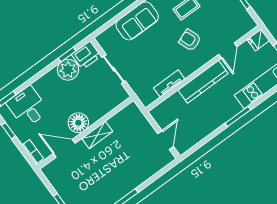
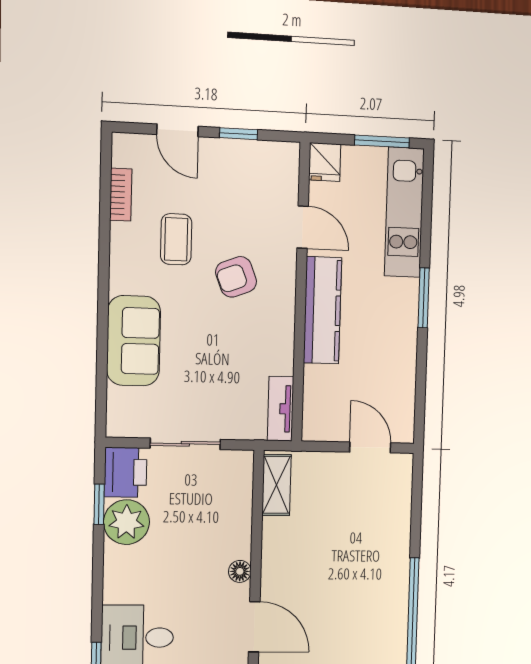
tv unit: (169, 83) -> (281, 409), moved
floor lamp: (78, 123) -> (240, 571), width x0.53, depth x0.53
shelving: (97, 135) -> (276, 485), moved
door: (64, 148) -> (254, 627), swing flipped

